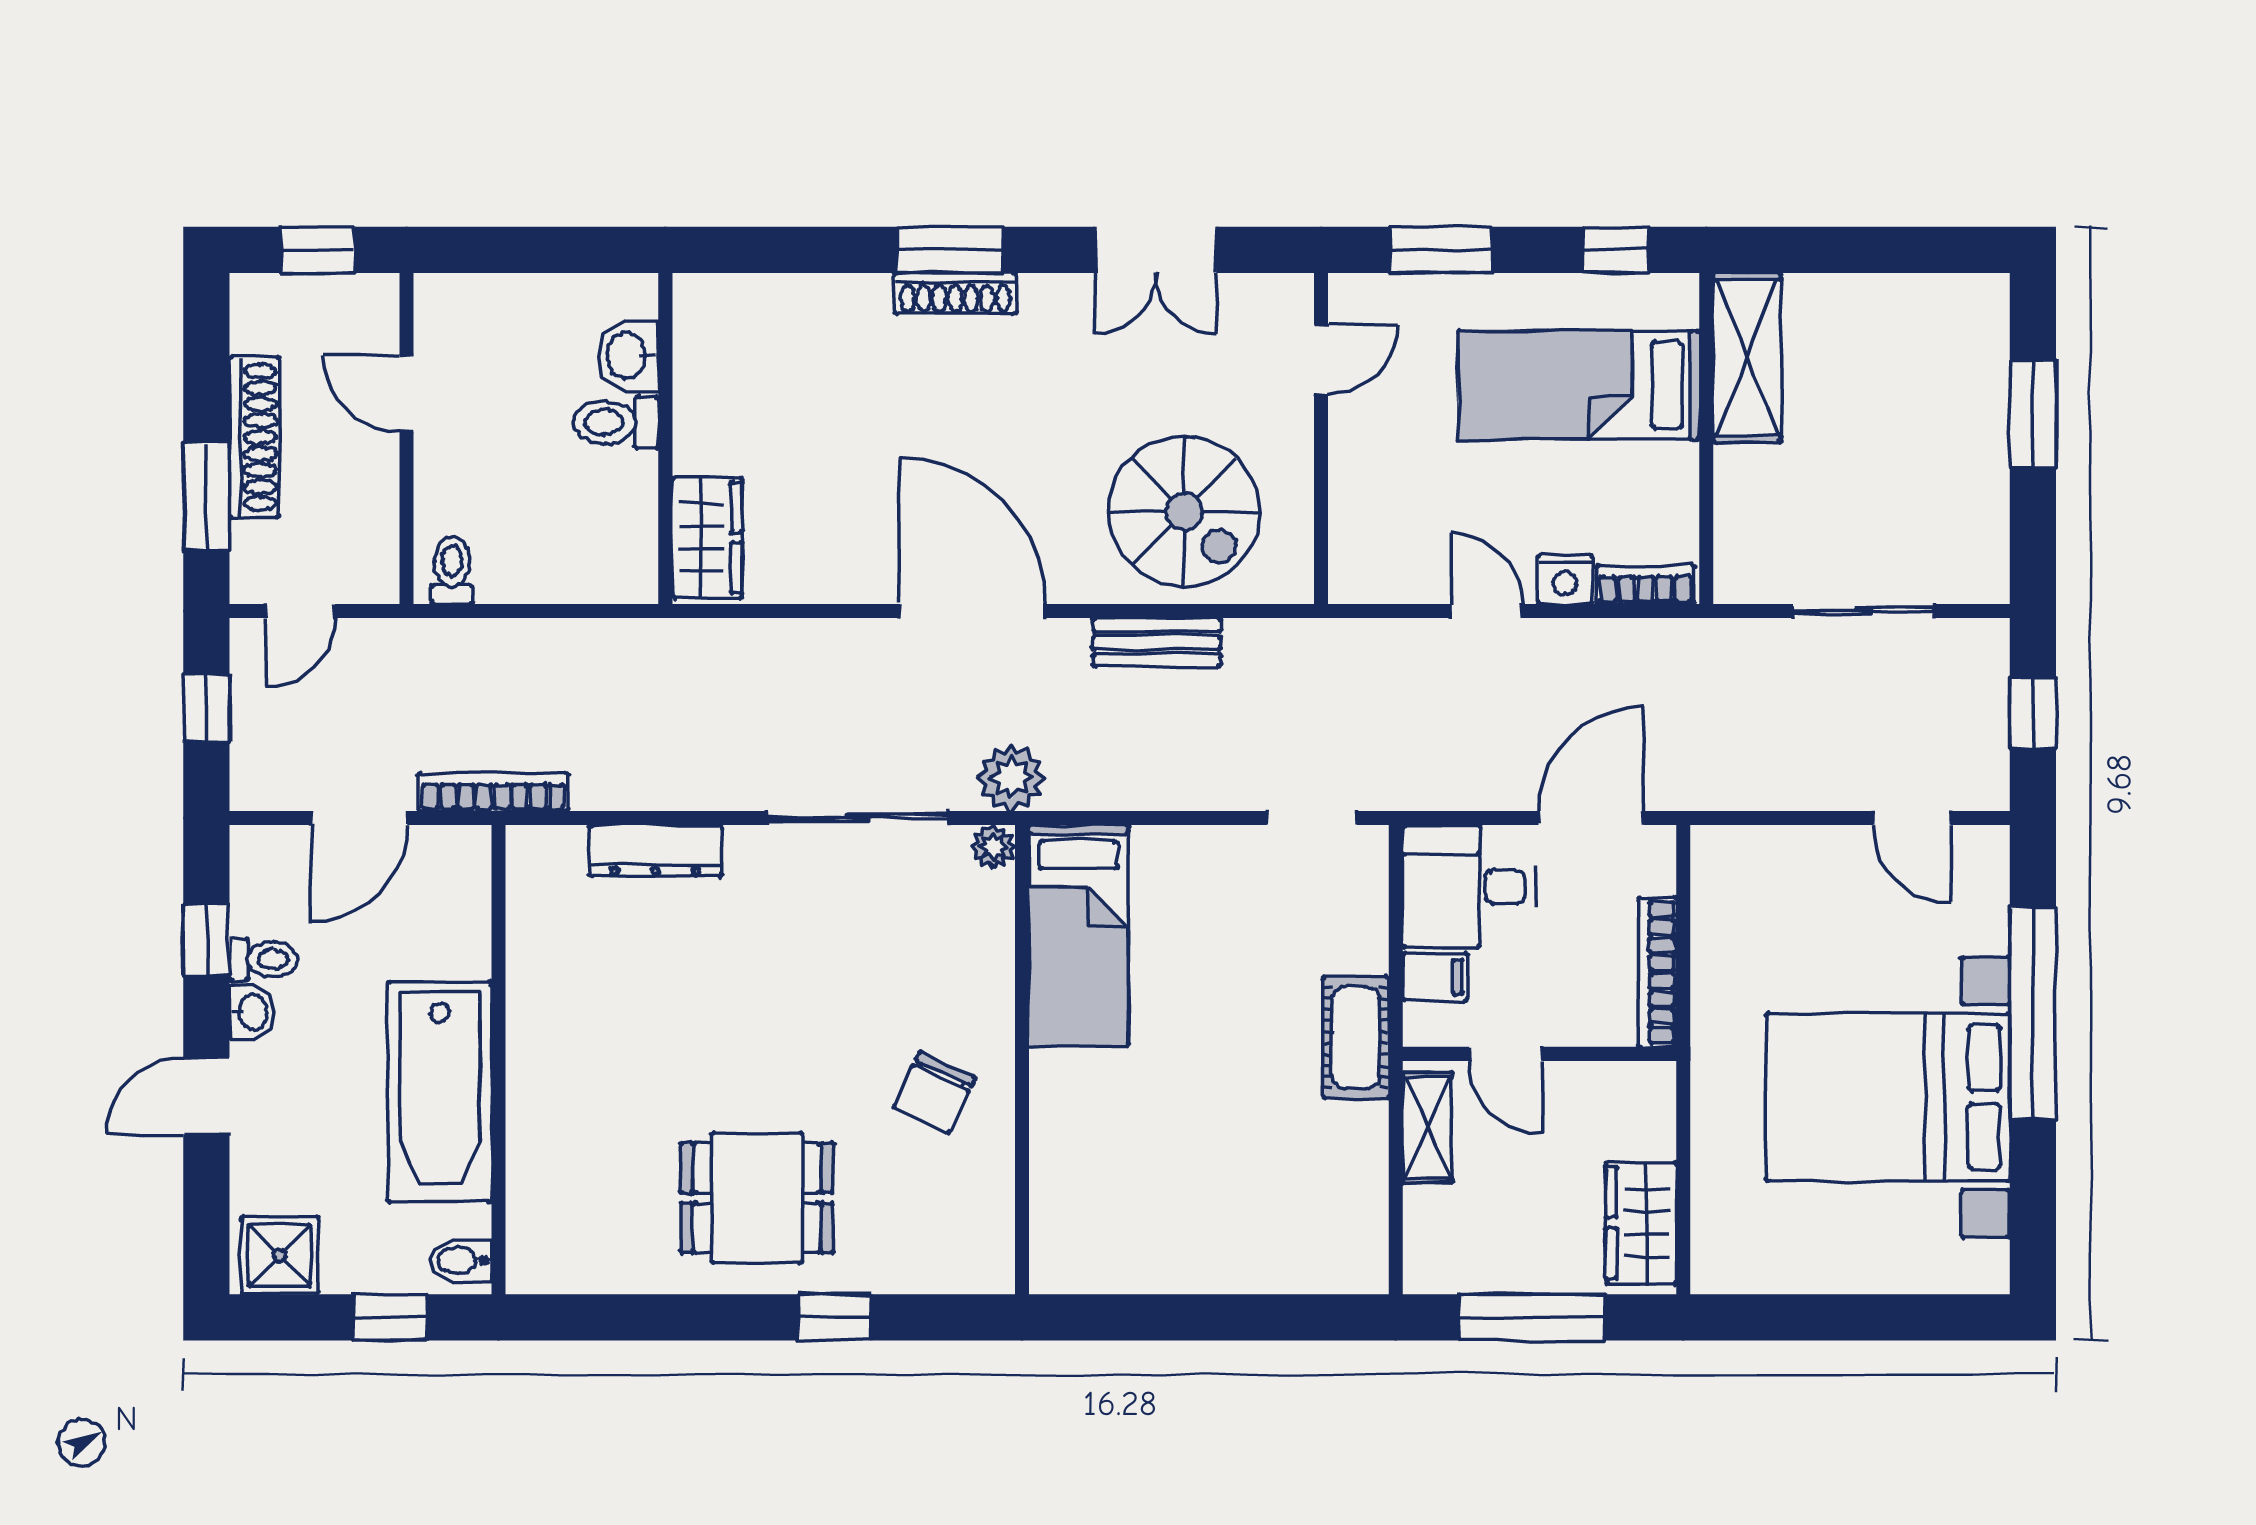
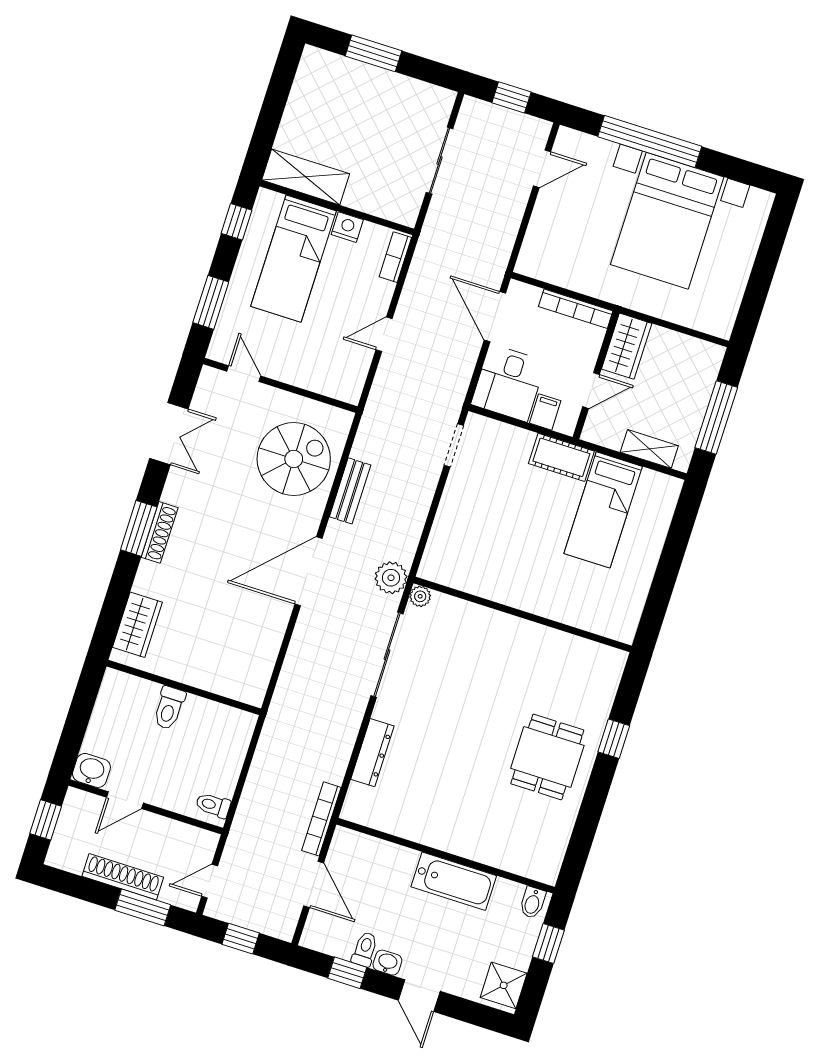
washbasin: (628, 356) -> (91, 770), moved, turned 180
wardrobe: (707, 538) -> (137, 625), moved, turned 90
nightstand: (1565, 579) -> (347, 227), moved, turned -90
door: (300, 611) -> (210, 881), swing flipped
bed: (1079, 936) -> (603, 510), moved, turned 90
bathtub: (440, 1092) -> (454, 881), width x0.73, depth x0.73
chair: (934, 1092) -> (525, 660), removed
shelving: (1427, 1127) -> (649, 449), moved
wardrobe: (1641, 1223) -> (627, 346), moved, turned -90

